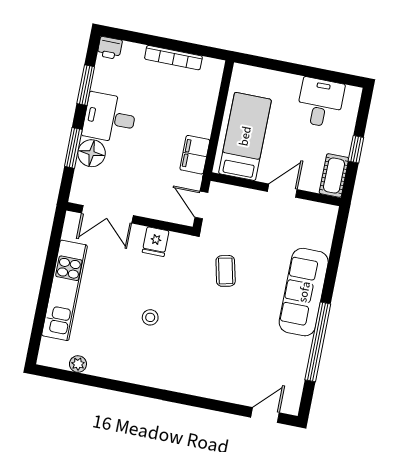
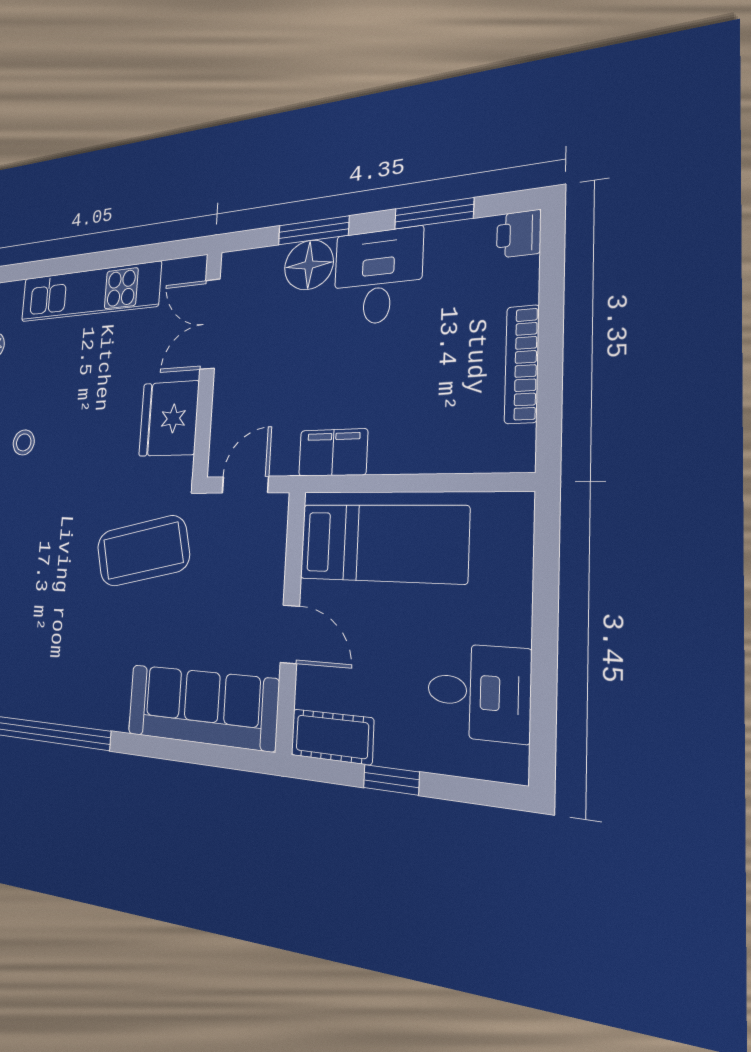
fridge: (156, 242) -> (169, 419), width x1.88, depth x1.34
coffee table: (226, 271) -> (143, 551), width x1.86, depth x1.72
sofa: (304, 292) -> (201, 707), moved
stool: (150, 317) -> (24, 442), moved

